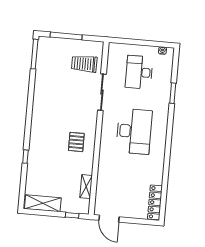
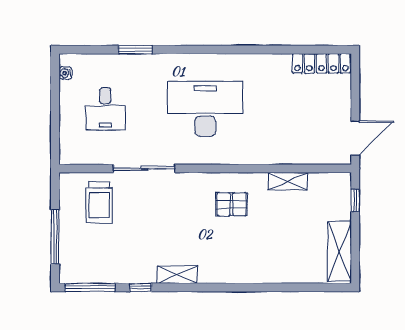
desk: (139, 72) -> (105, 109), width x0.73
shelving: (37, 106) -> (177, 275), added
window: (25, 157) -> (140, 287), moved
shelving: (86, 187) -> (288, 181), moved

